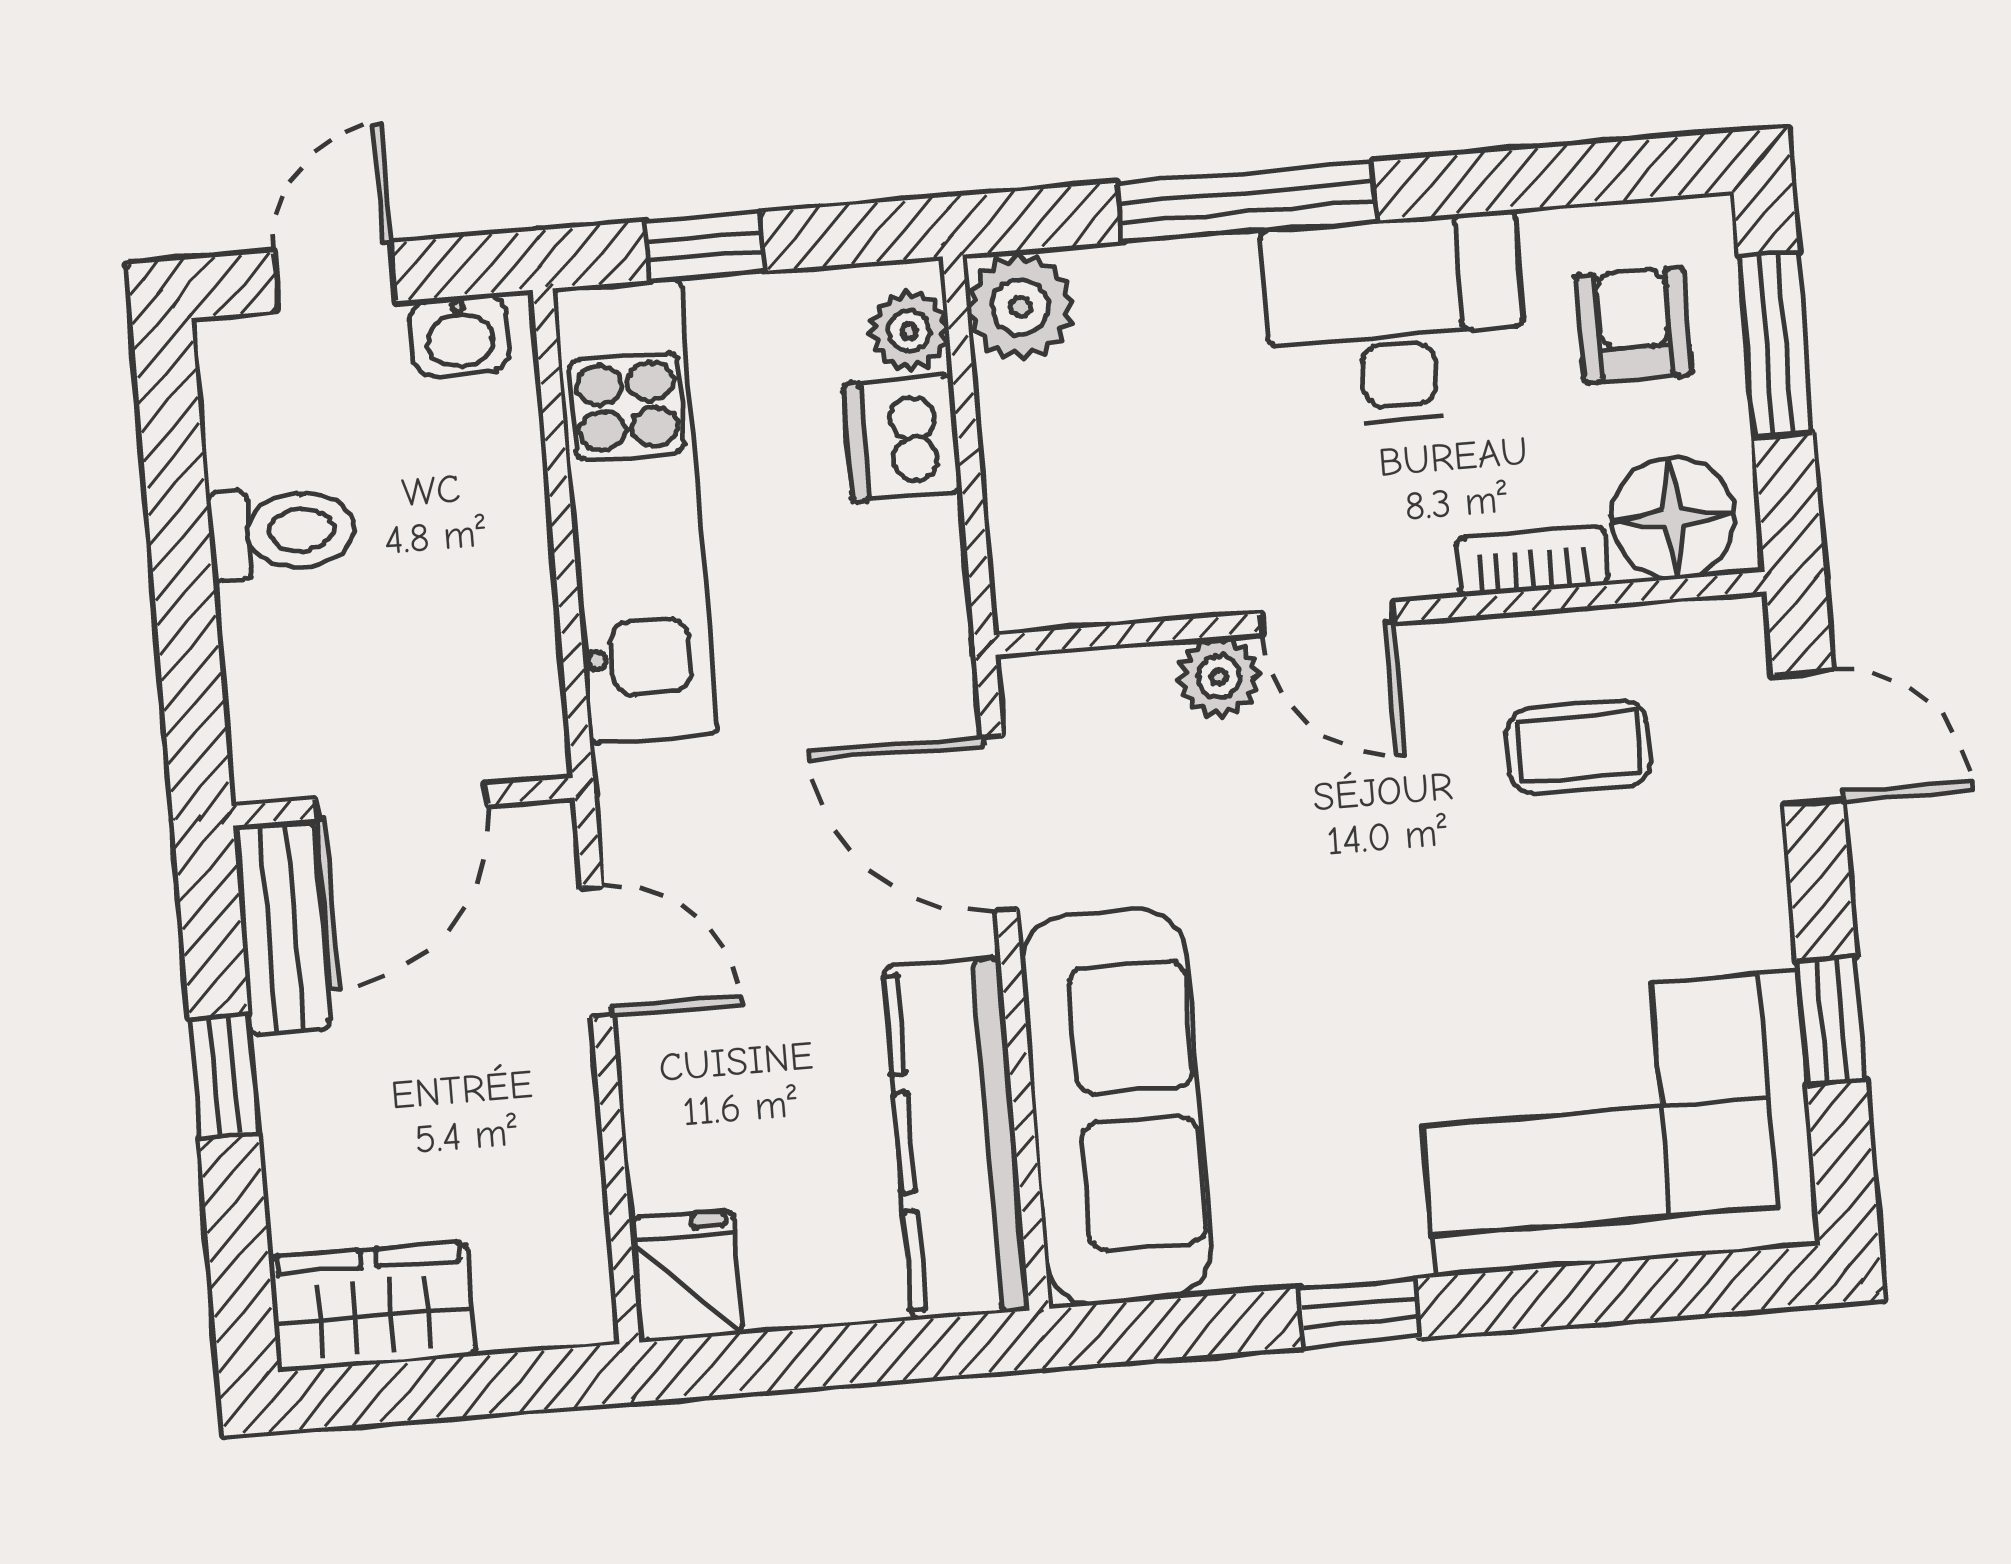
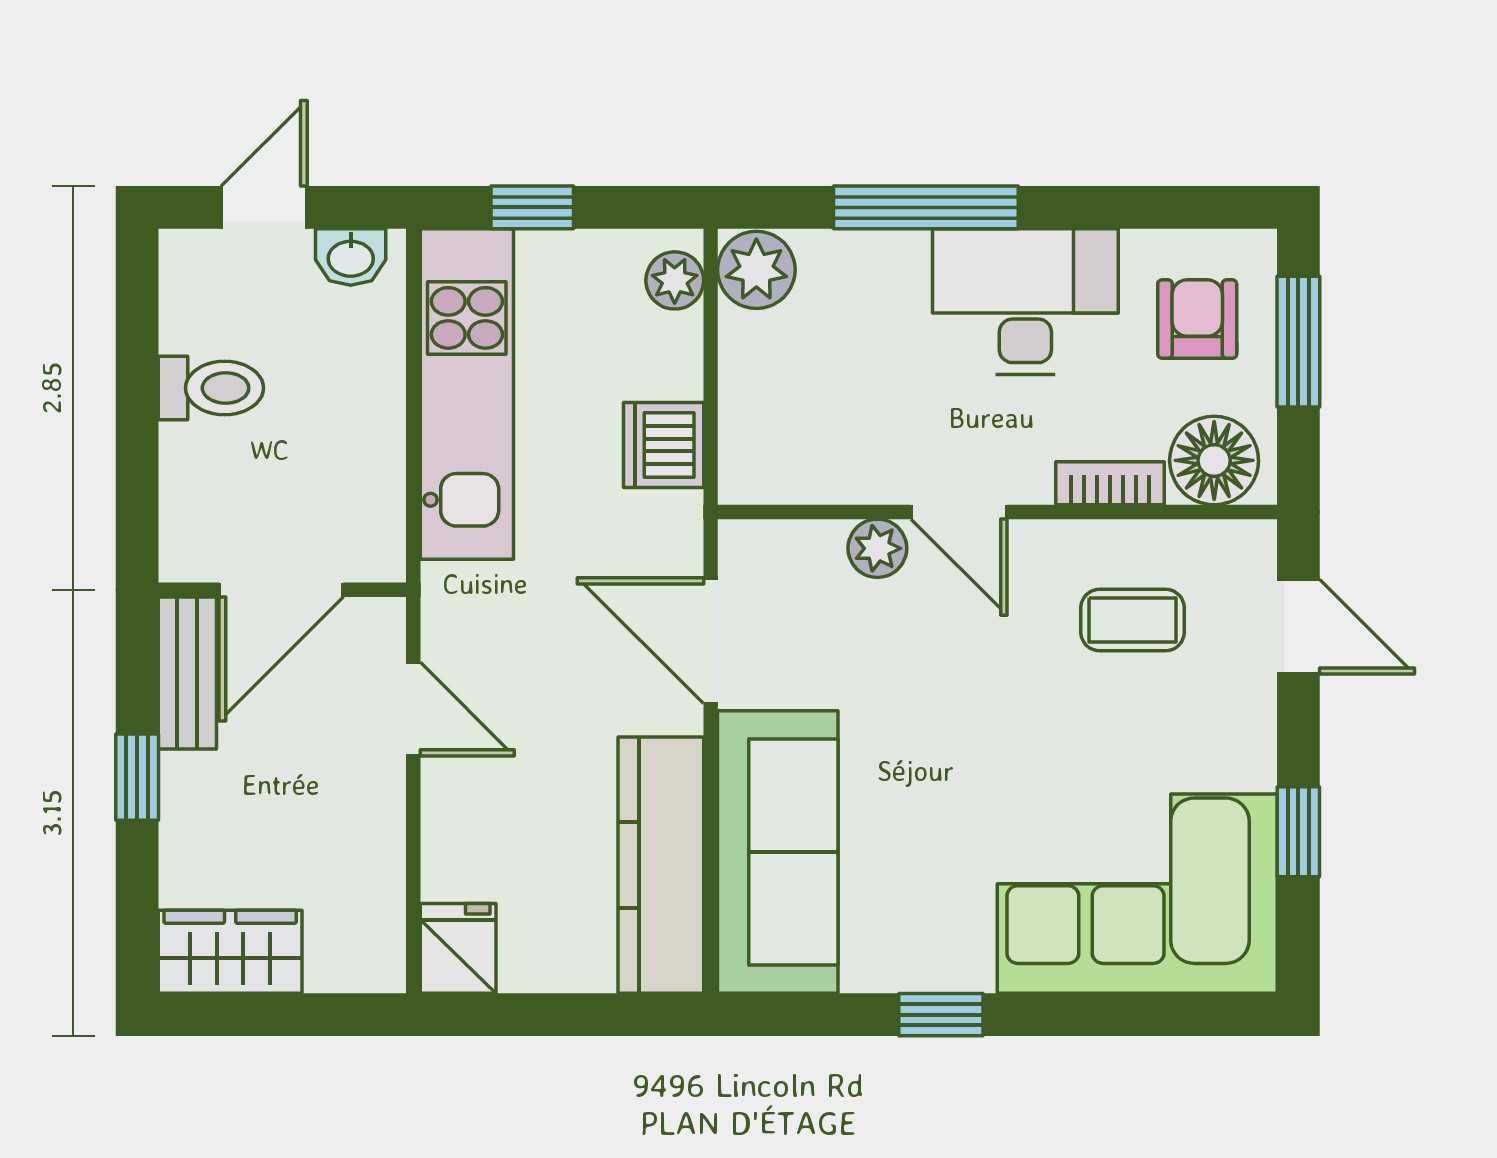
dishwasher: (902, 438) -> (664, 445), moved

